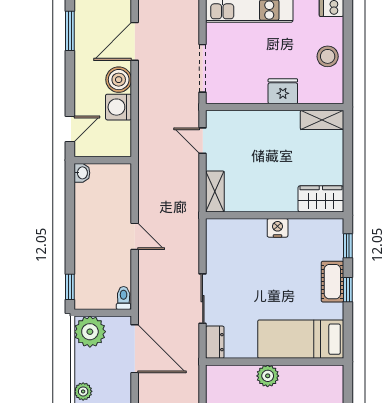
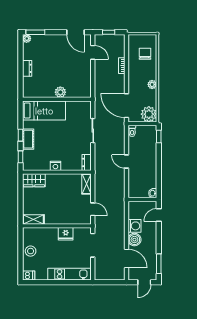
door: (135, 41) -> (127, 259), hinge flipped
fridge: (283, 91) -> (66, 234), moved
dresser: (215, 342) -> (87, 162), moved

